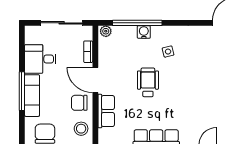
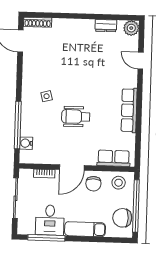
plant: (106, 31) -> (25, 156), removed
water cooler: (144, 32) -> (26, 143), moved
window: (22, 91) -> (46, 238), moved
row of seats: (106, 111) -> (114, 158), moved

